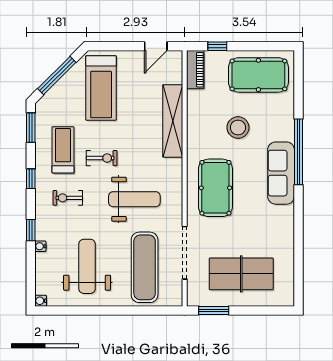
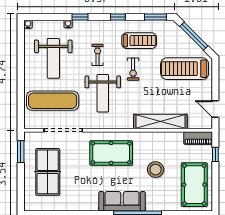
exercise bike: (68, 198) -> (97, 55), moved
weight bench: (87, 266) -> (53, 58), turned 90

